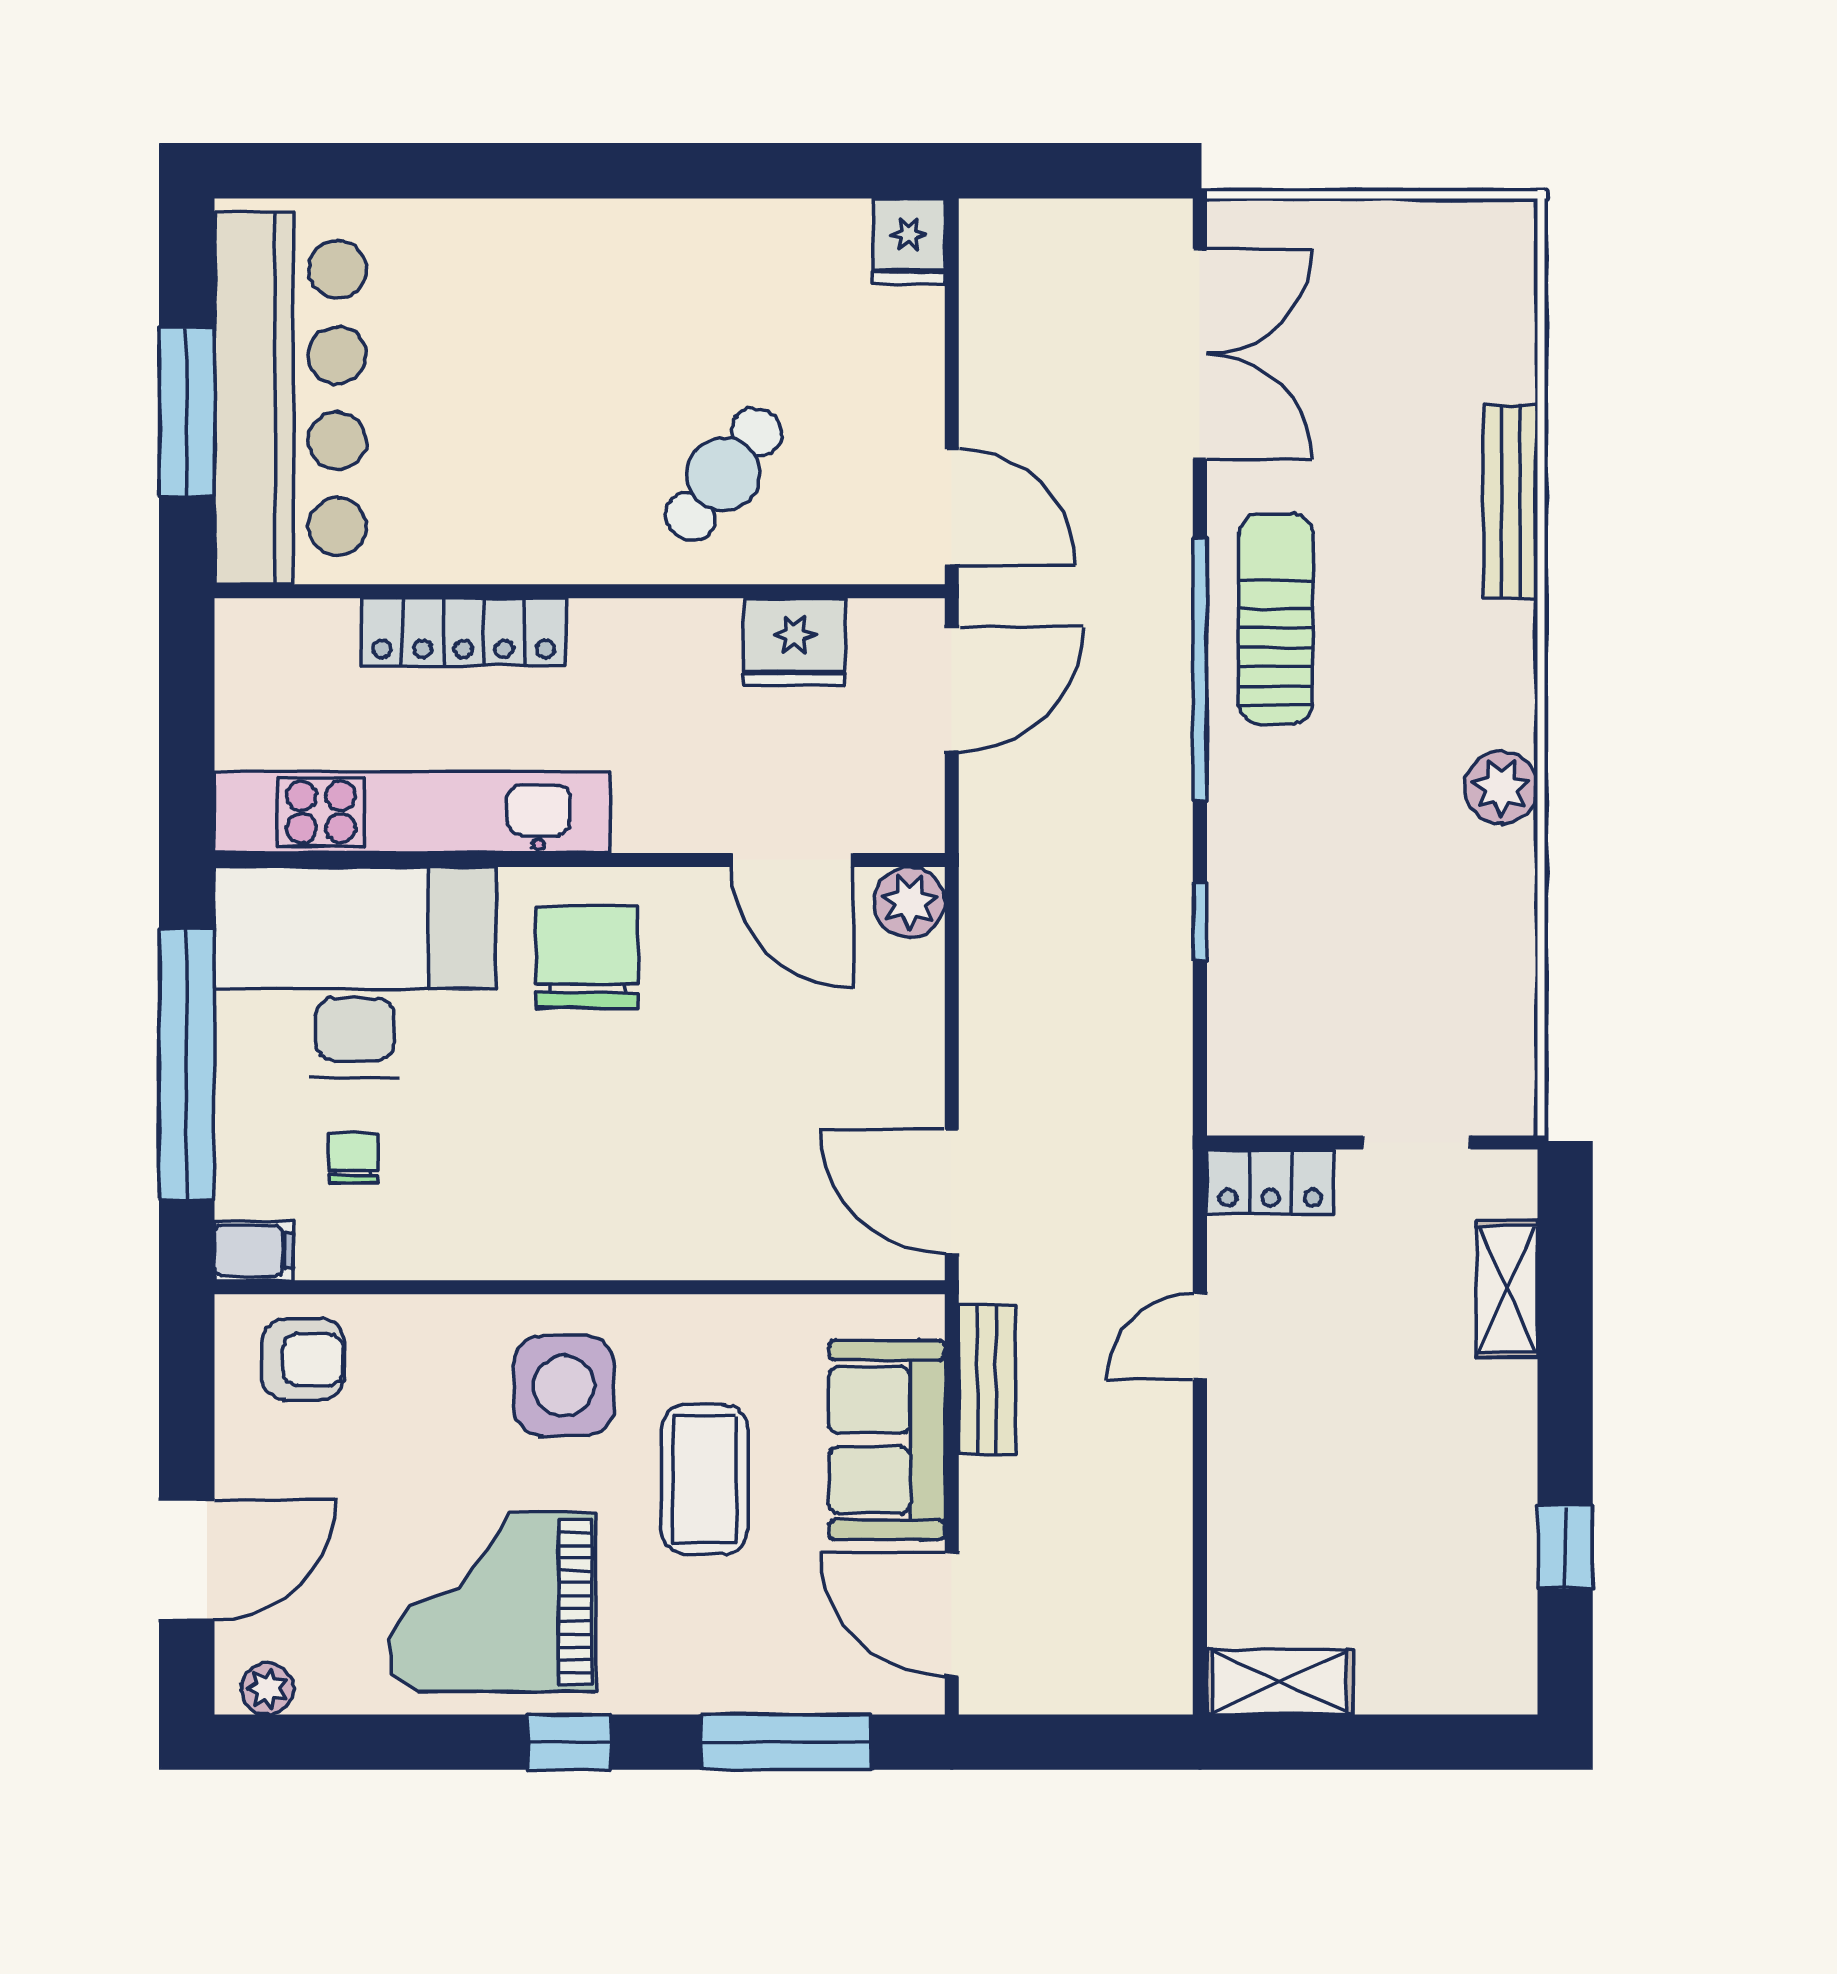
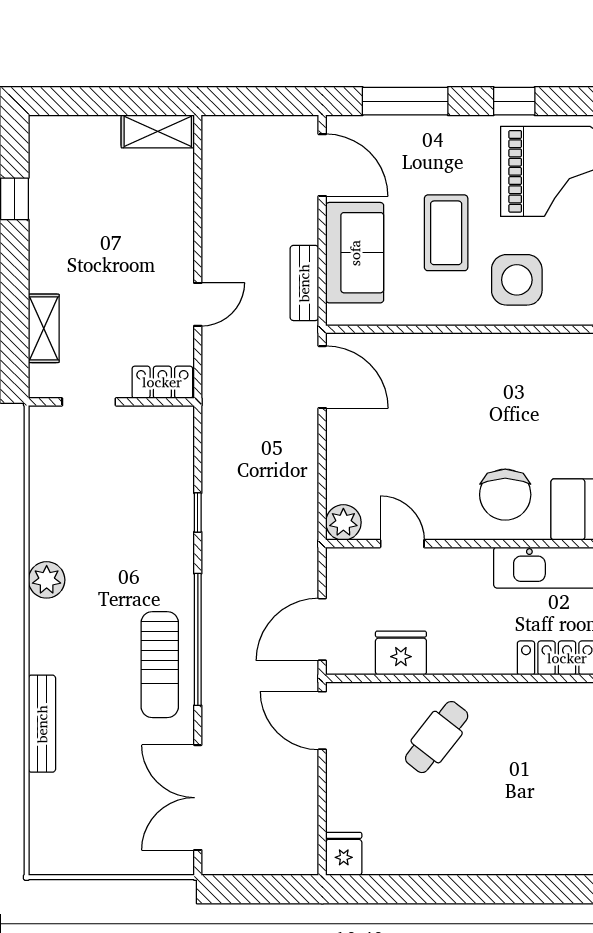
door: (792, 860) -> (402, 544), width x0.73

